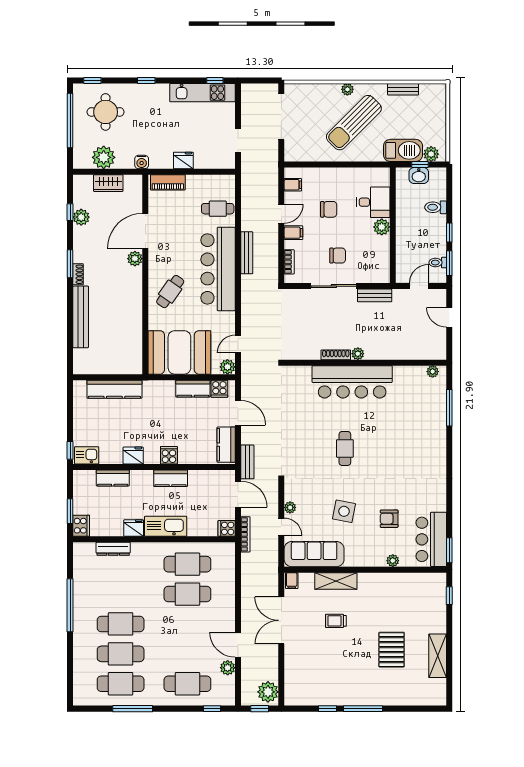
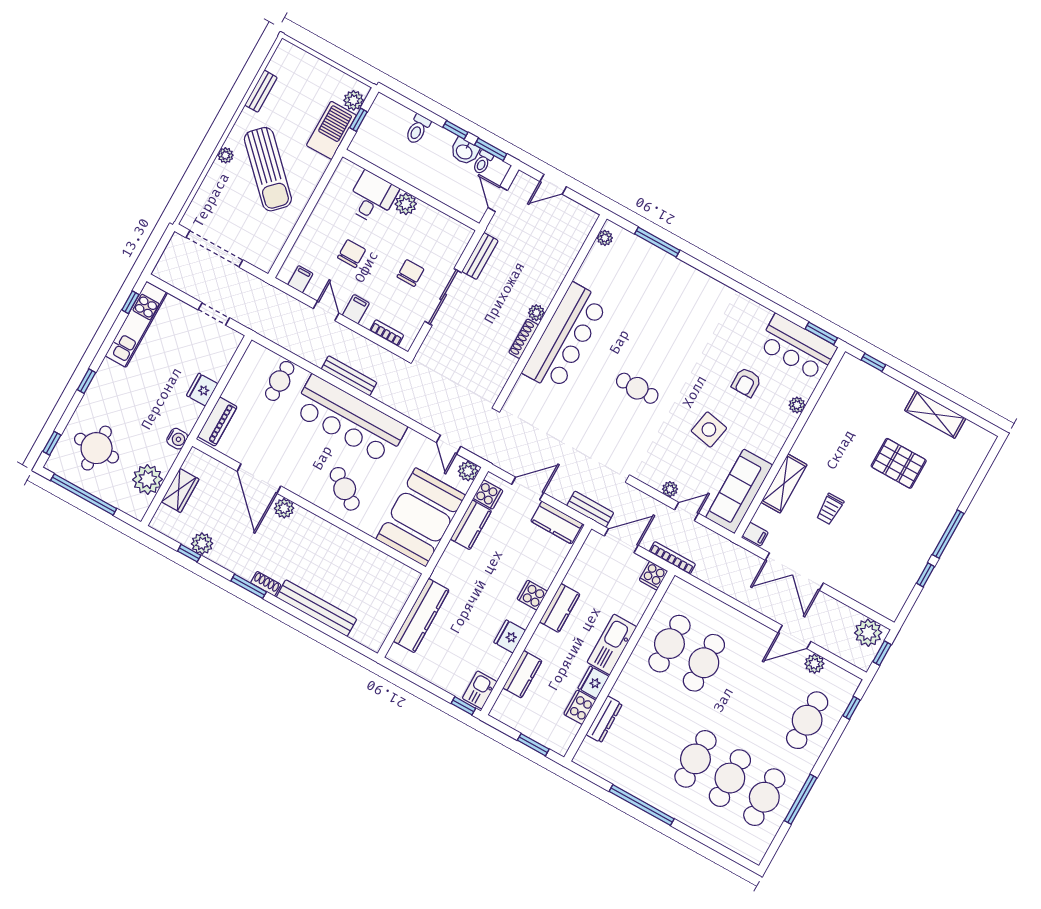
washbasin: (419, 175) -> (464, 151), moved, turned 90
cooker: (81, 526) -> (580, 707), moved, turned -90

